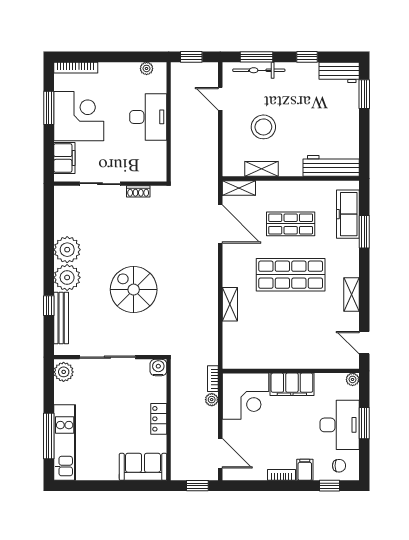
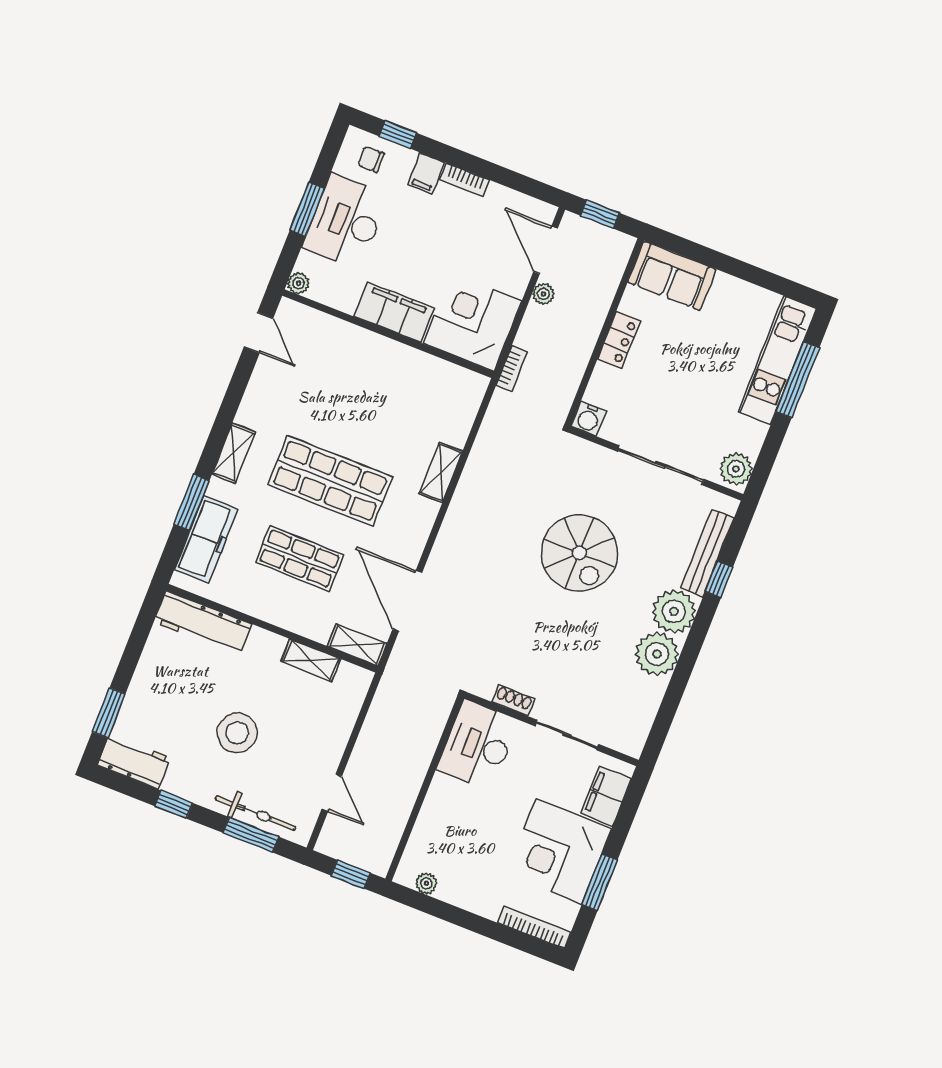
desk: (148, 117) -> (478, 745), moved
stool: (263, 127) -> (237, 733), moved
shelving: (351, 295) -> (234, 453), moved
plant: (212, 400) -> (543, 294), moved

